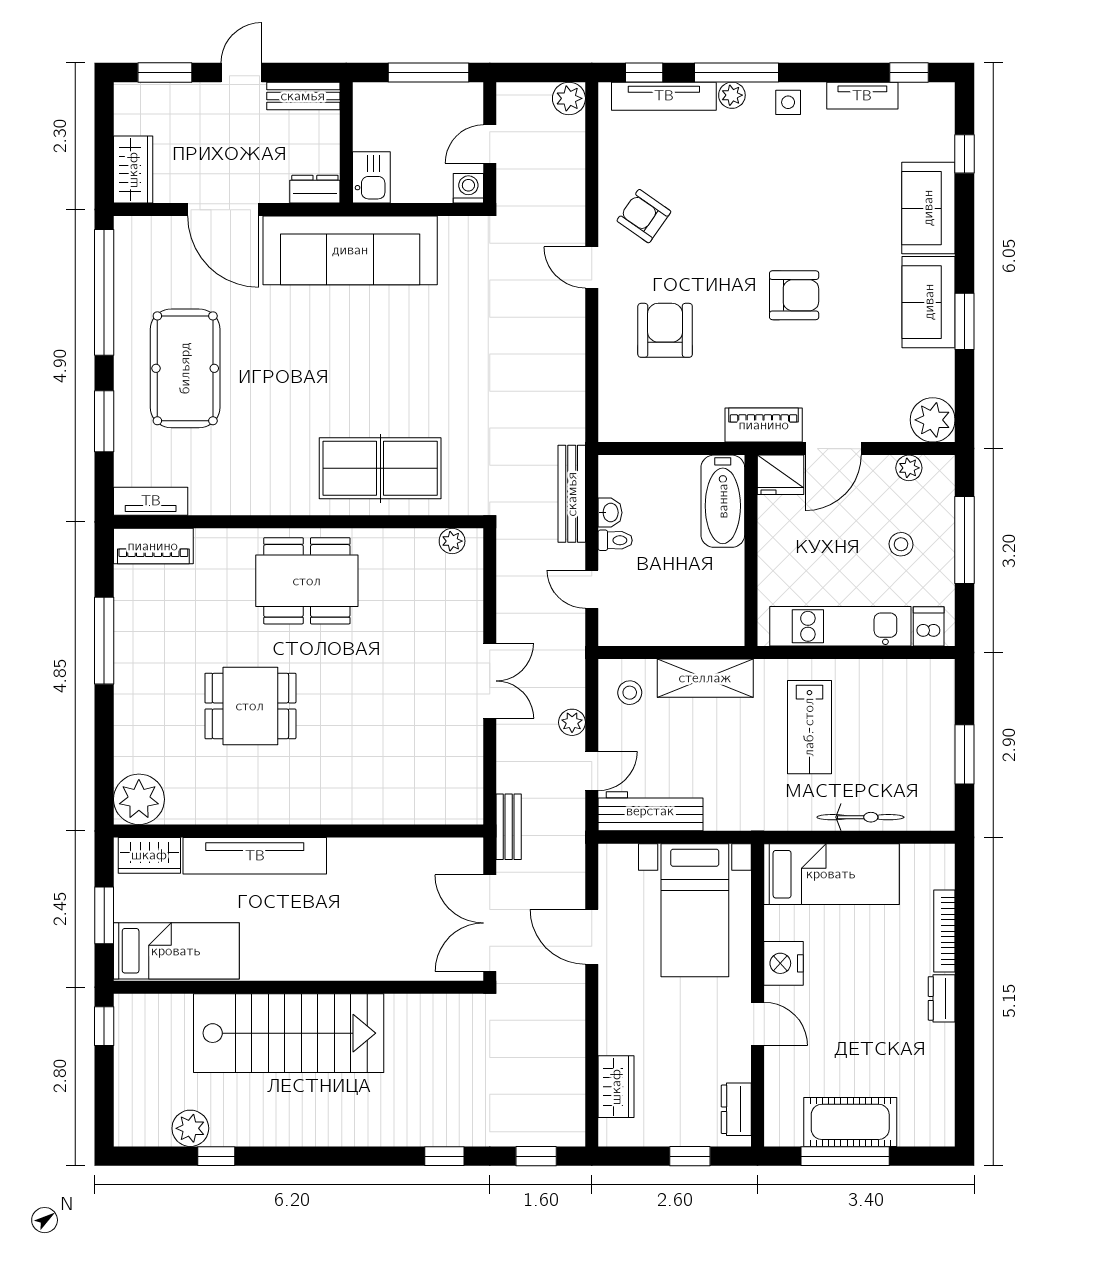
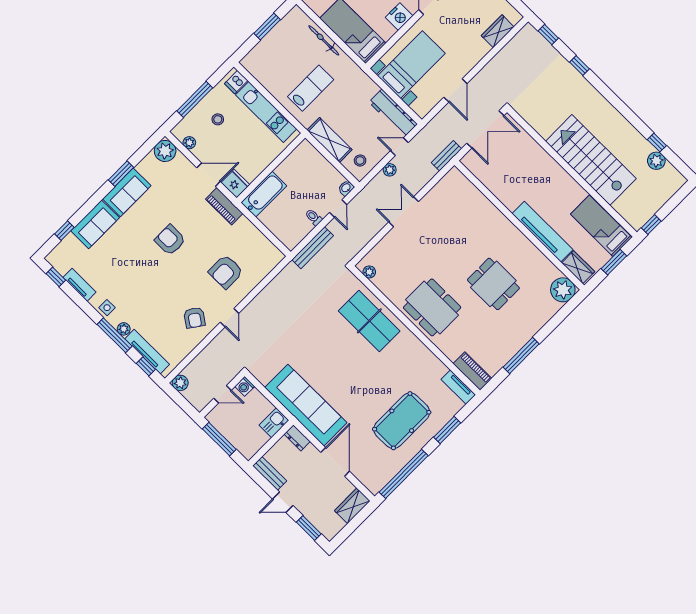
washbasin: (610, 513) -> (346, 188), moved

